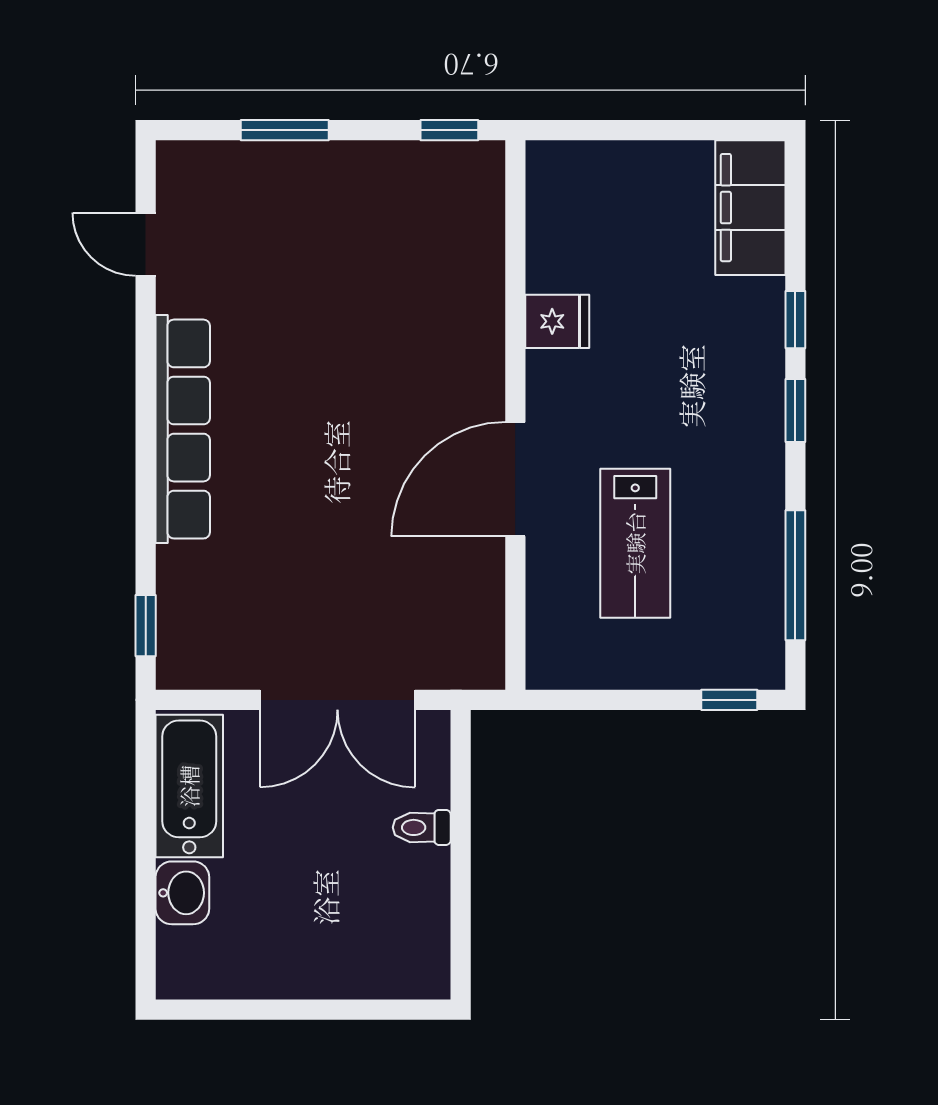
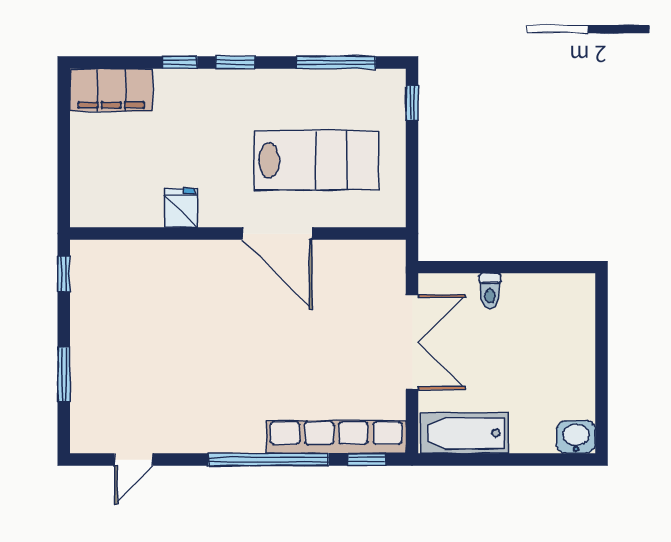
row of seats: (183, 429) -> (336, 437), moved
window: (146, 465) -> (268, 460), added
lab bench: (635, 543) -> (316, 160), width x1.36, depth x1.39
washbasin: (182, 893) -> (576, 437), moved

